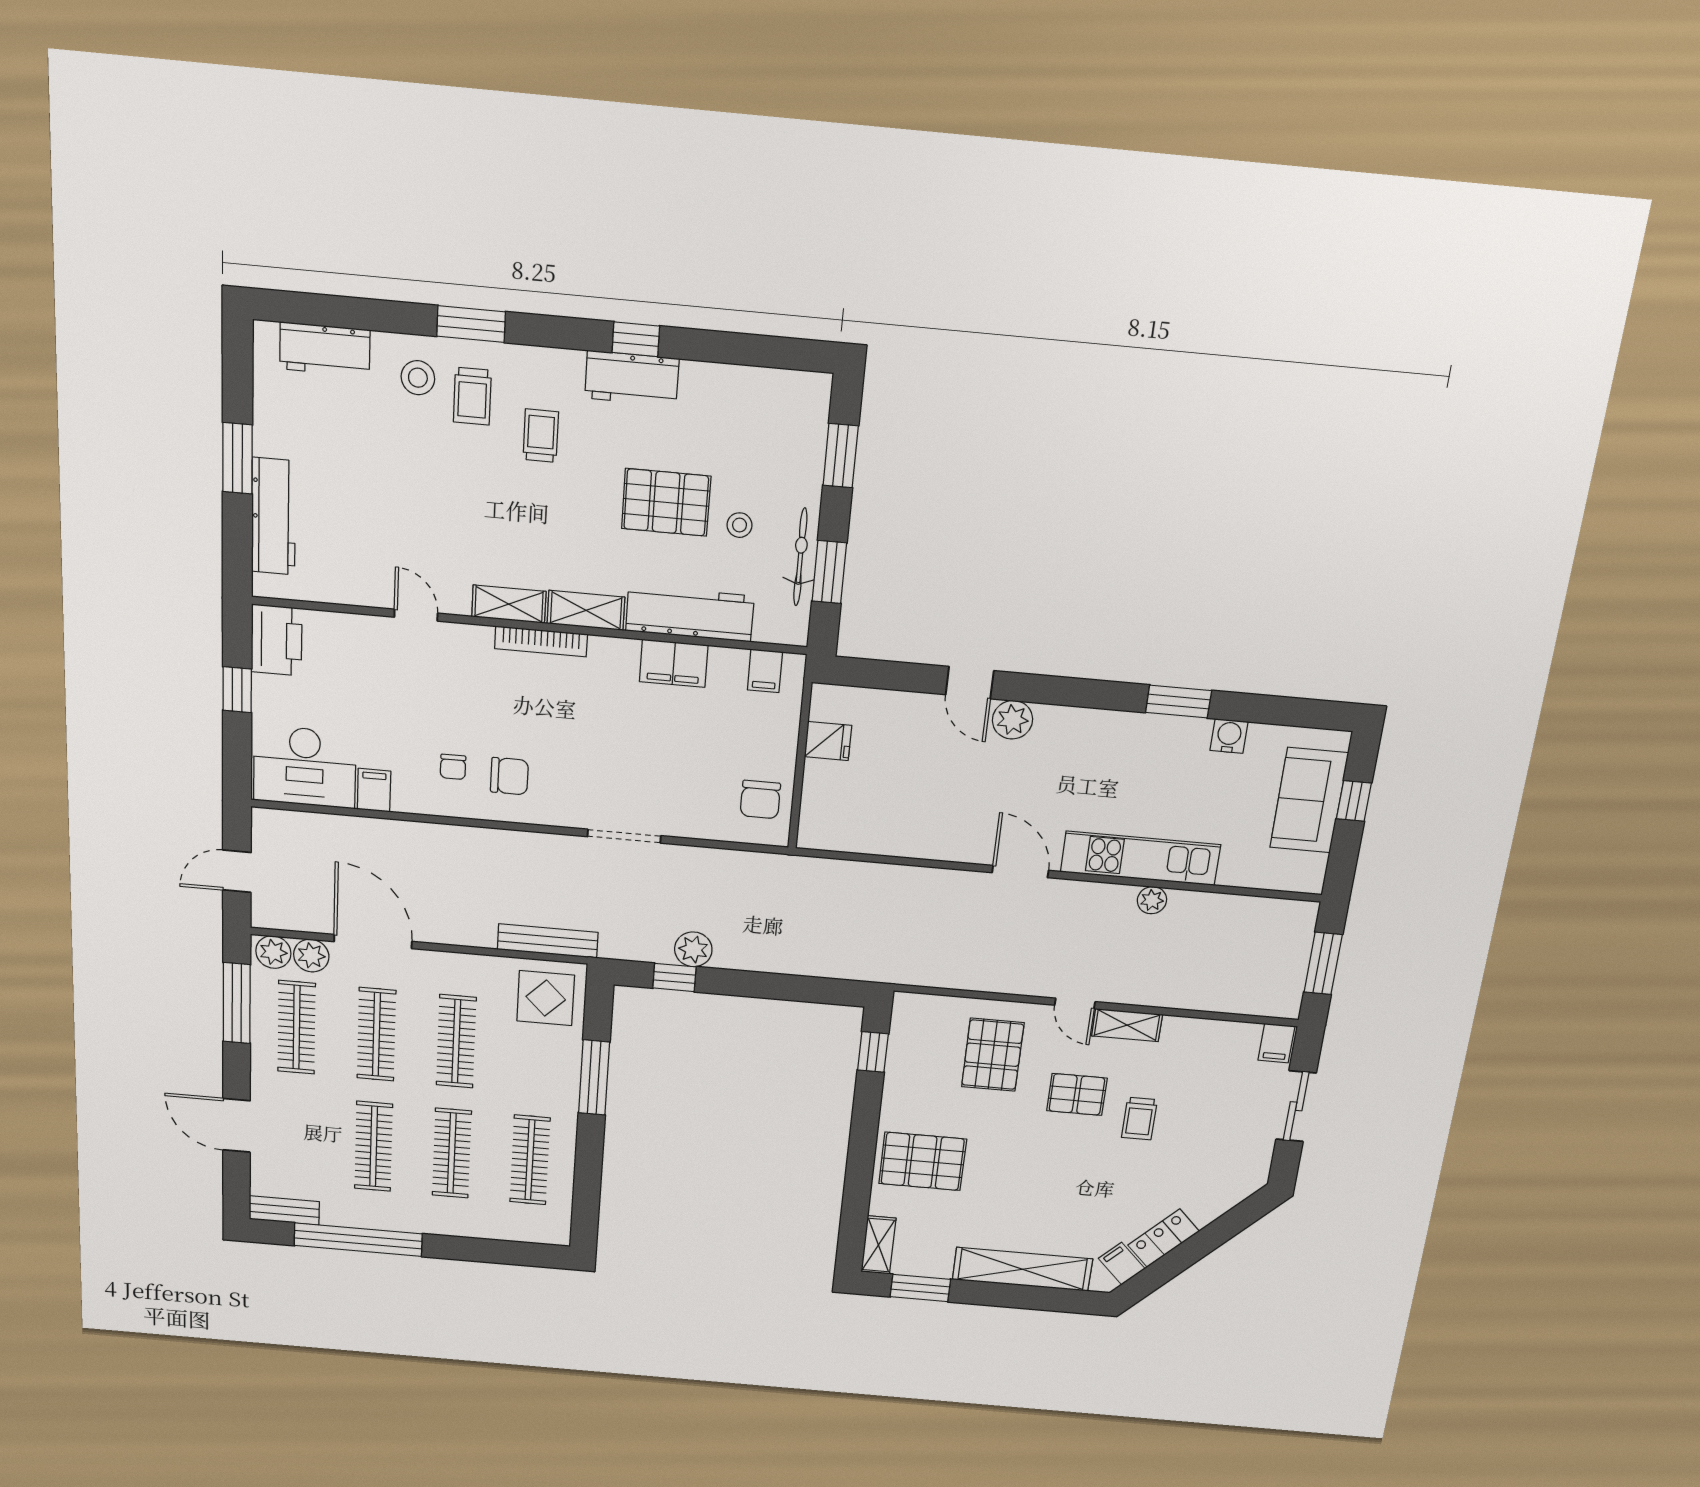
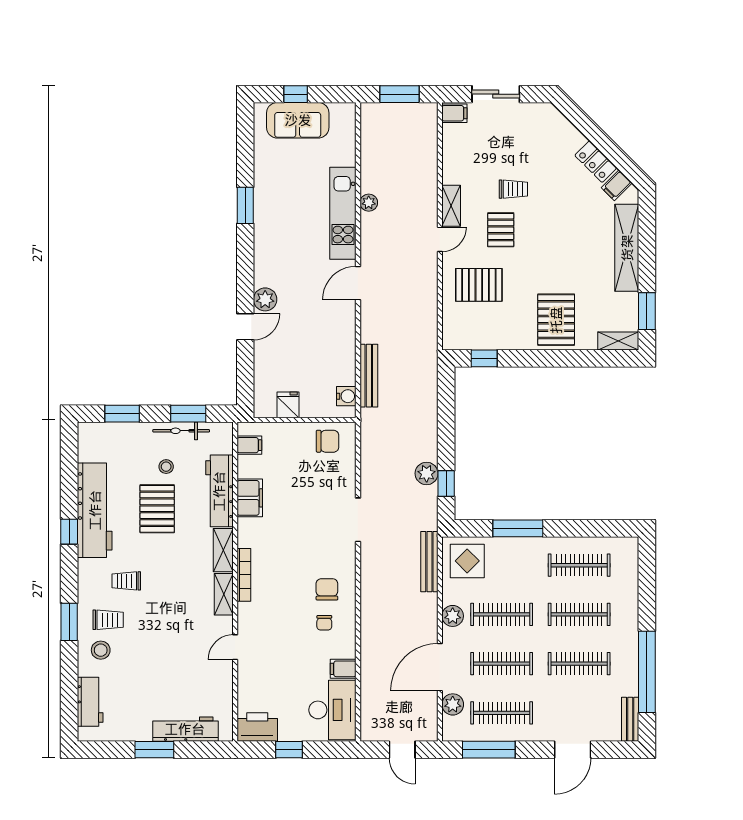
workbench: (632, 378) -> (95, 510), width x1.88, depth x1.32
water cooler: (1229, 736) -> (346, 396), moved, turned 180
chair: (453, 767) -> (324, 623), turned 90
bench: (864, 875) -> (369, 376), added
plant: (273, 952) -> (453, 616), moved

